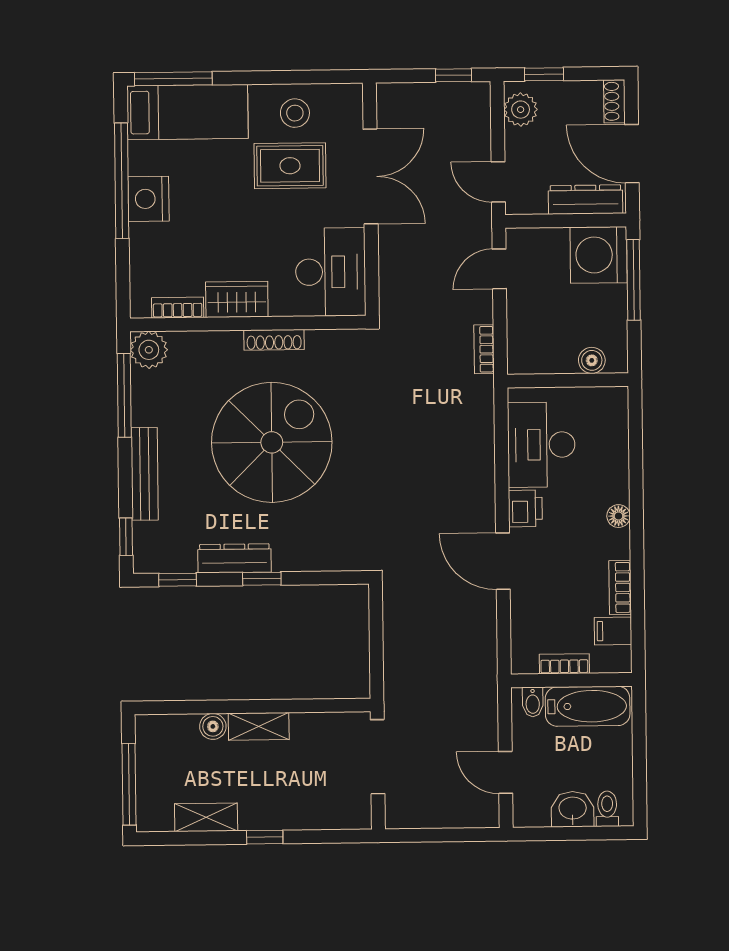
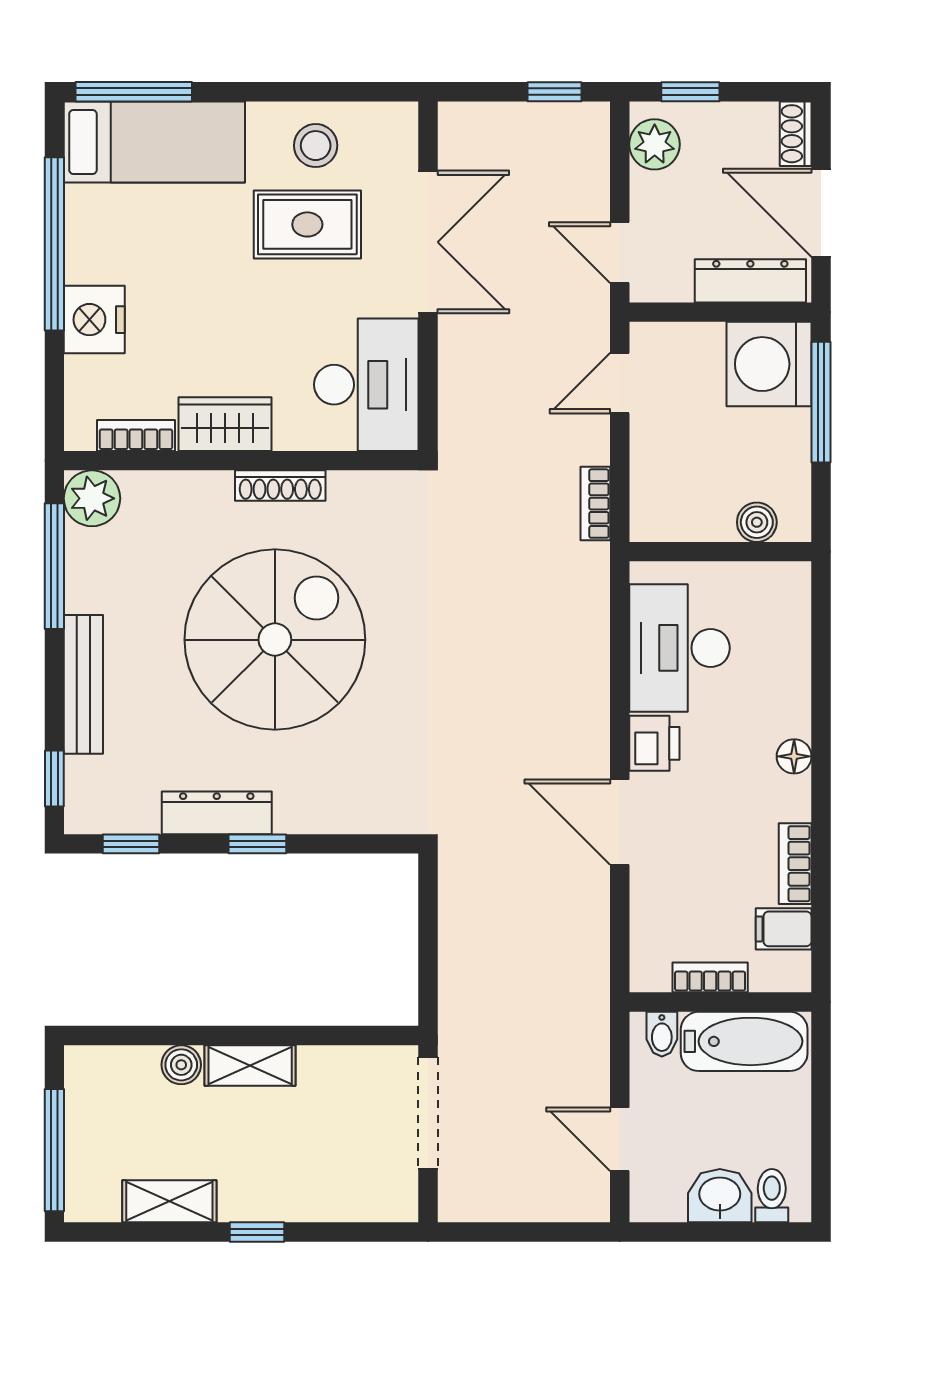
nightstand: (149, 199) -> (94, 320), moved

